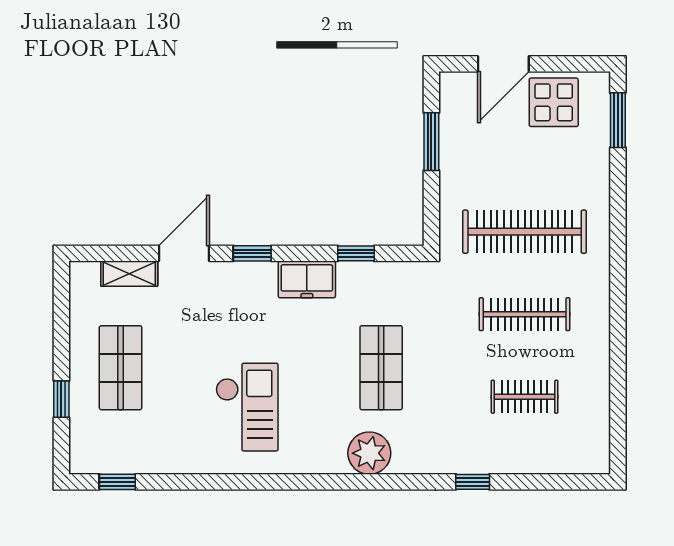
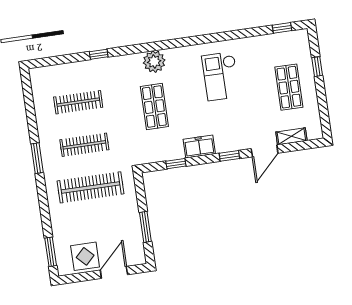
window: (618, 302) -> (37, 158), added
clothes rail: (525, 397) -> (78, 102), width x1.36

